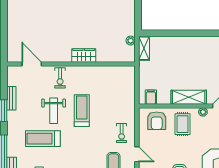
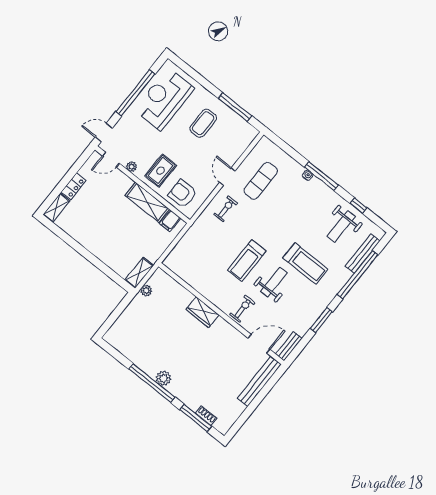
bench: (12, 40) -> (259, 381), added
door: (32, 64) -> (259, 344), swing flipped
shelving: (189, 97) -> (147, 202), moved
bench: (11, 98) -> (289, 346), moved
armchair: (157, 121) -> (183, 194), turned -90

